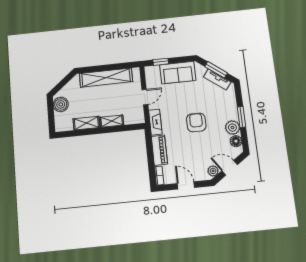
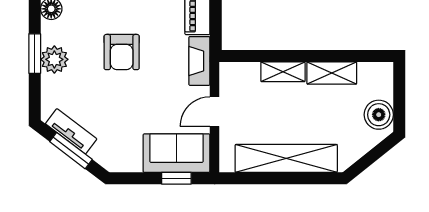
sofa: (178, 73) -> (177, 153), moved
plant: (232, 128) -> (54, 59), moved

